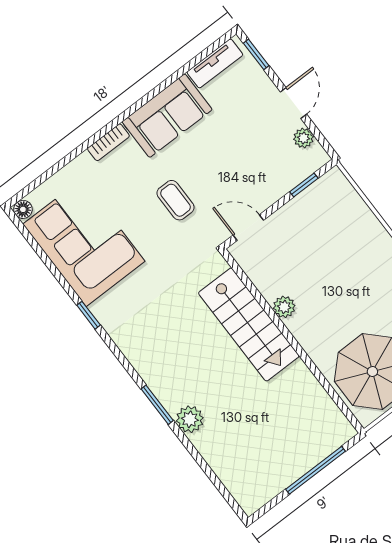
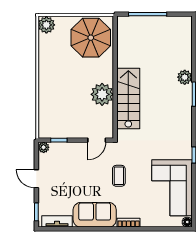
door: (293, 103) -> (36, 179), hinge flipped
plant: (304, 138) -> (44, 147), moved
door: (248, 228) -> (97, 140), hinge flipped
plant: (284, 307) -> (102, 94), width x1.87, depth x1.87

